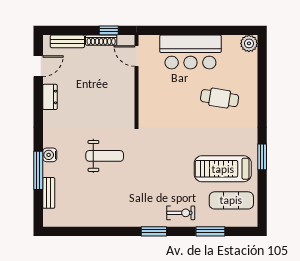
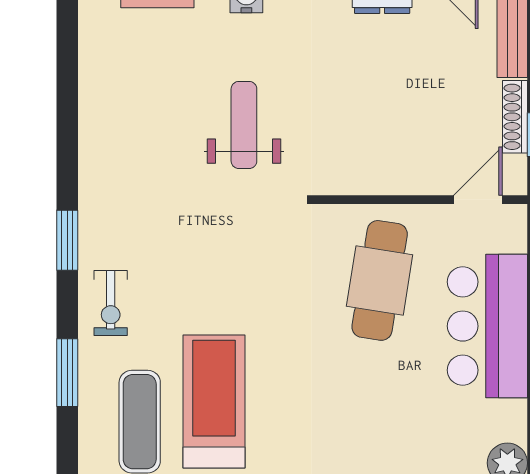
cafe table: (220, 98) -> (380, 280), moved, width x1.37, depth x1.35
weight bench: (105, 156) -> (244, 125), turned 180

